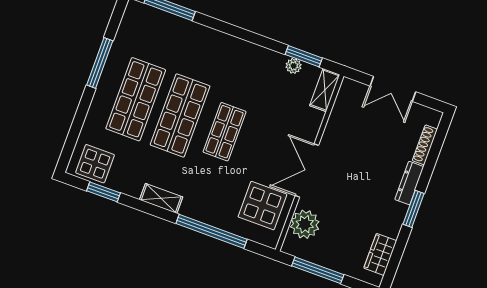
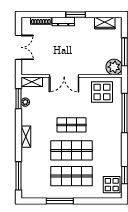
double door: (307, 170) -> (64, 76), moved
shelving: (161, 198) -> (26, 137), moved
plant: (305, 224) -> (114, 67), moved

